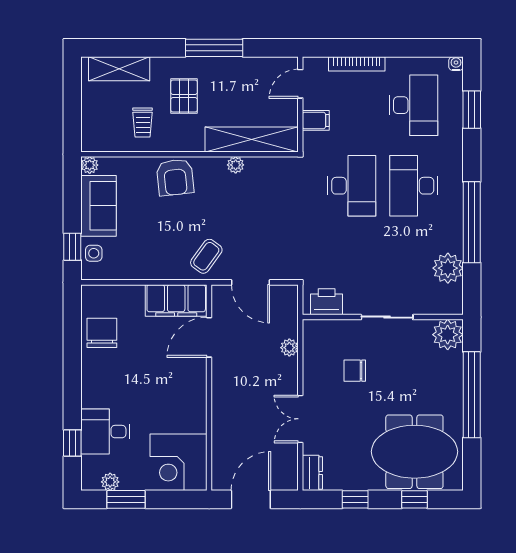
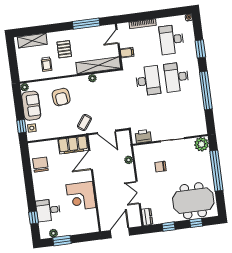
window: (214, 48) -> (86, 24), moved
desk: (414, 105) -> (172, 40), turned 180
window: (472, 110) -> (200, 49), moved
armchair: (175, 177) -> (61, 97), moved
plant: (448, 268) -> (198, 113), removed
corner desk: (178, 462) -> (81, 196), moved

